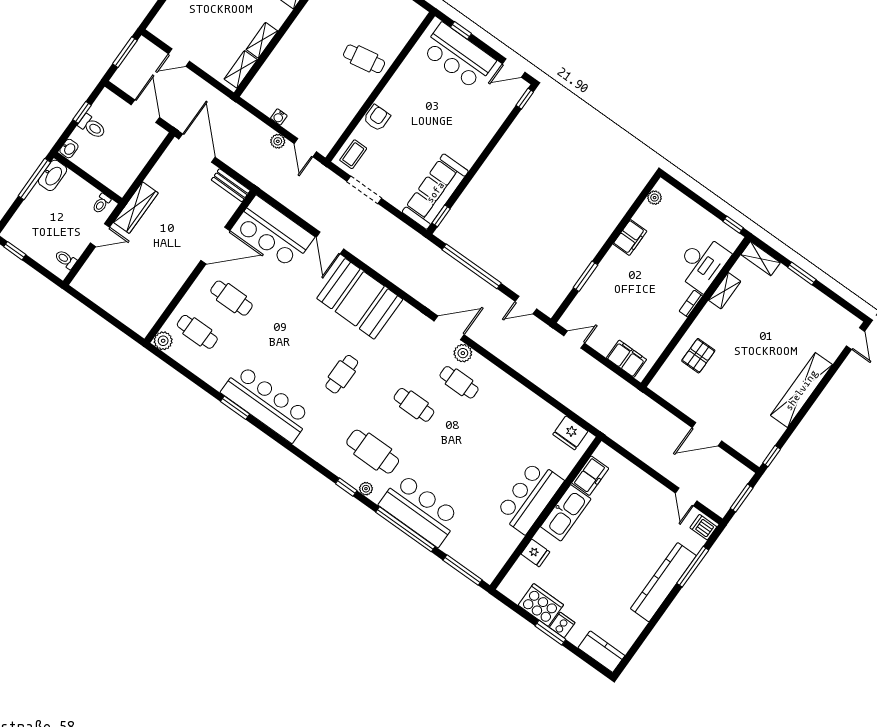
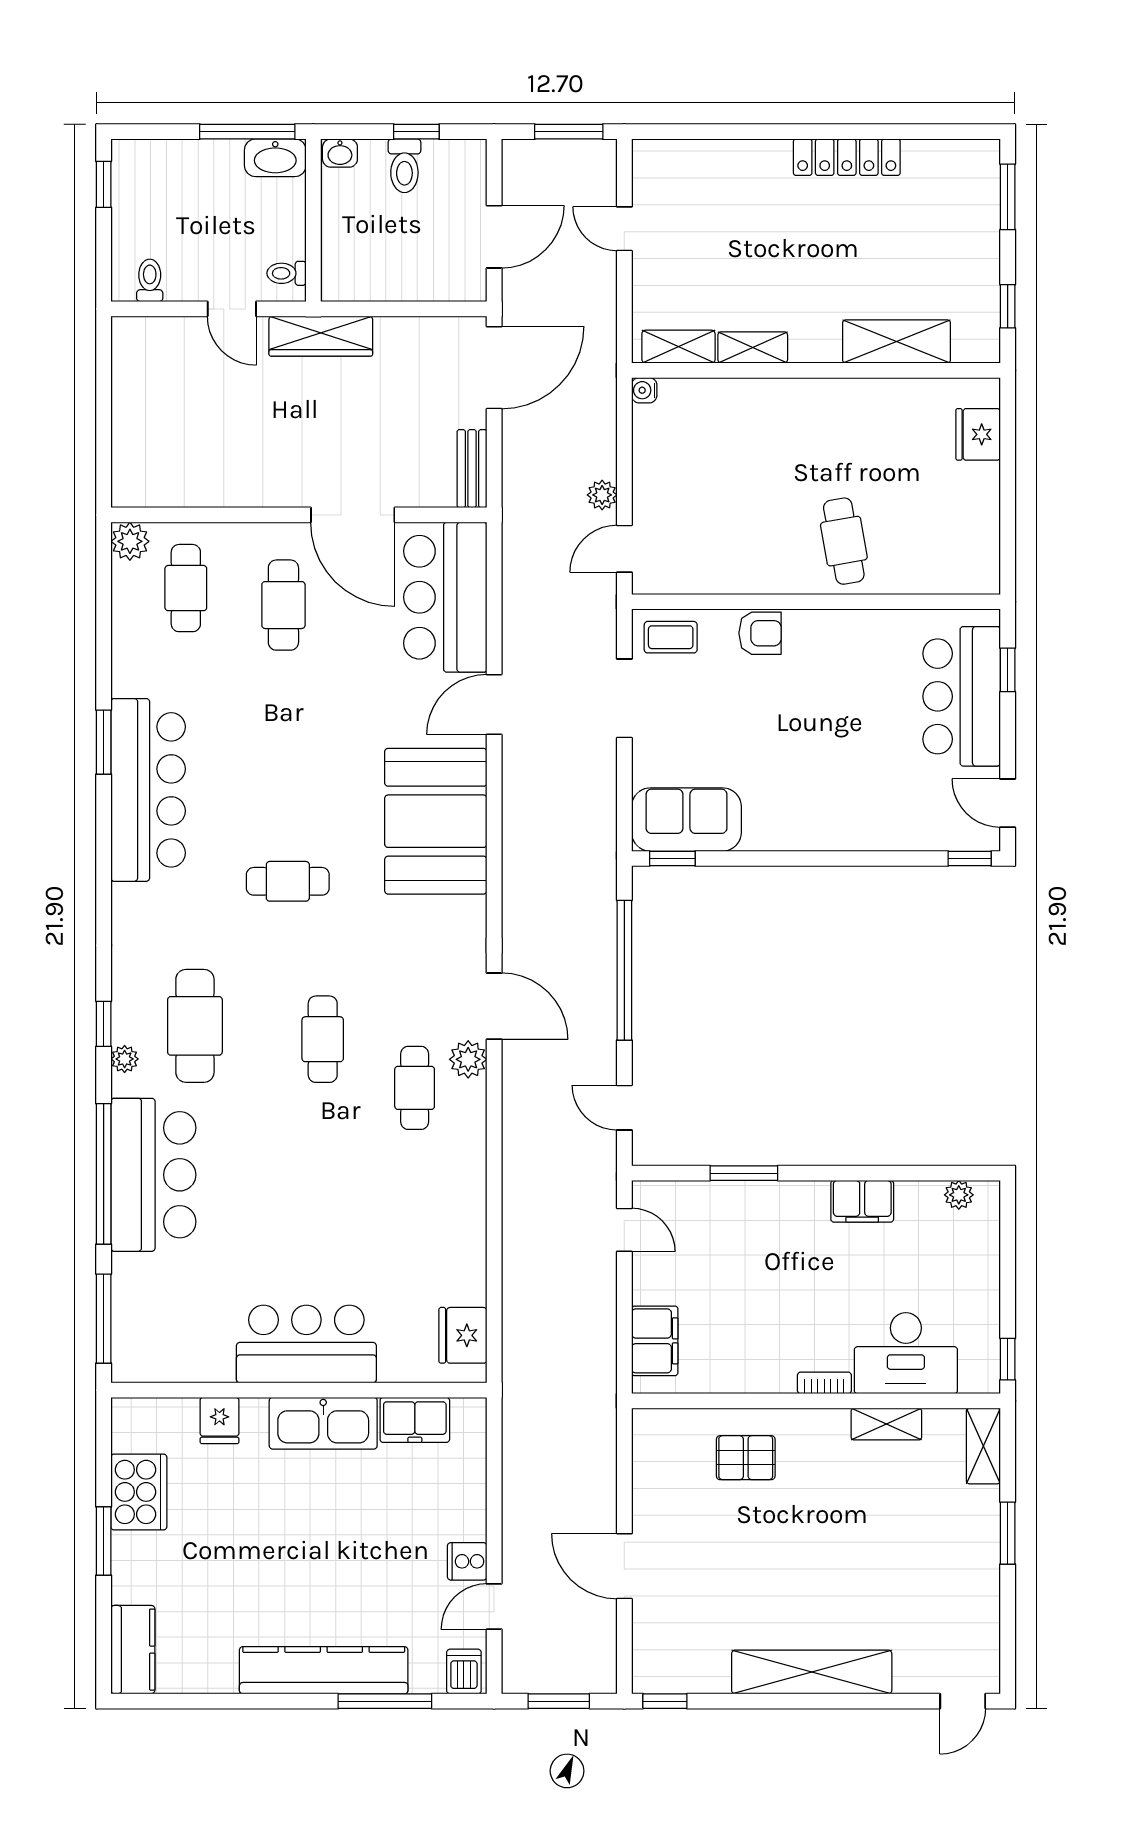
water cooler: (279, 117) -> (644, 390), moved
sofa: (435, 192) -> (686, 820), width x0.73
cooker: (562, 625) -> (467, 1561), moved, turned 180

